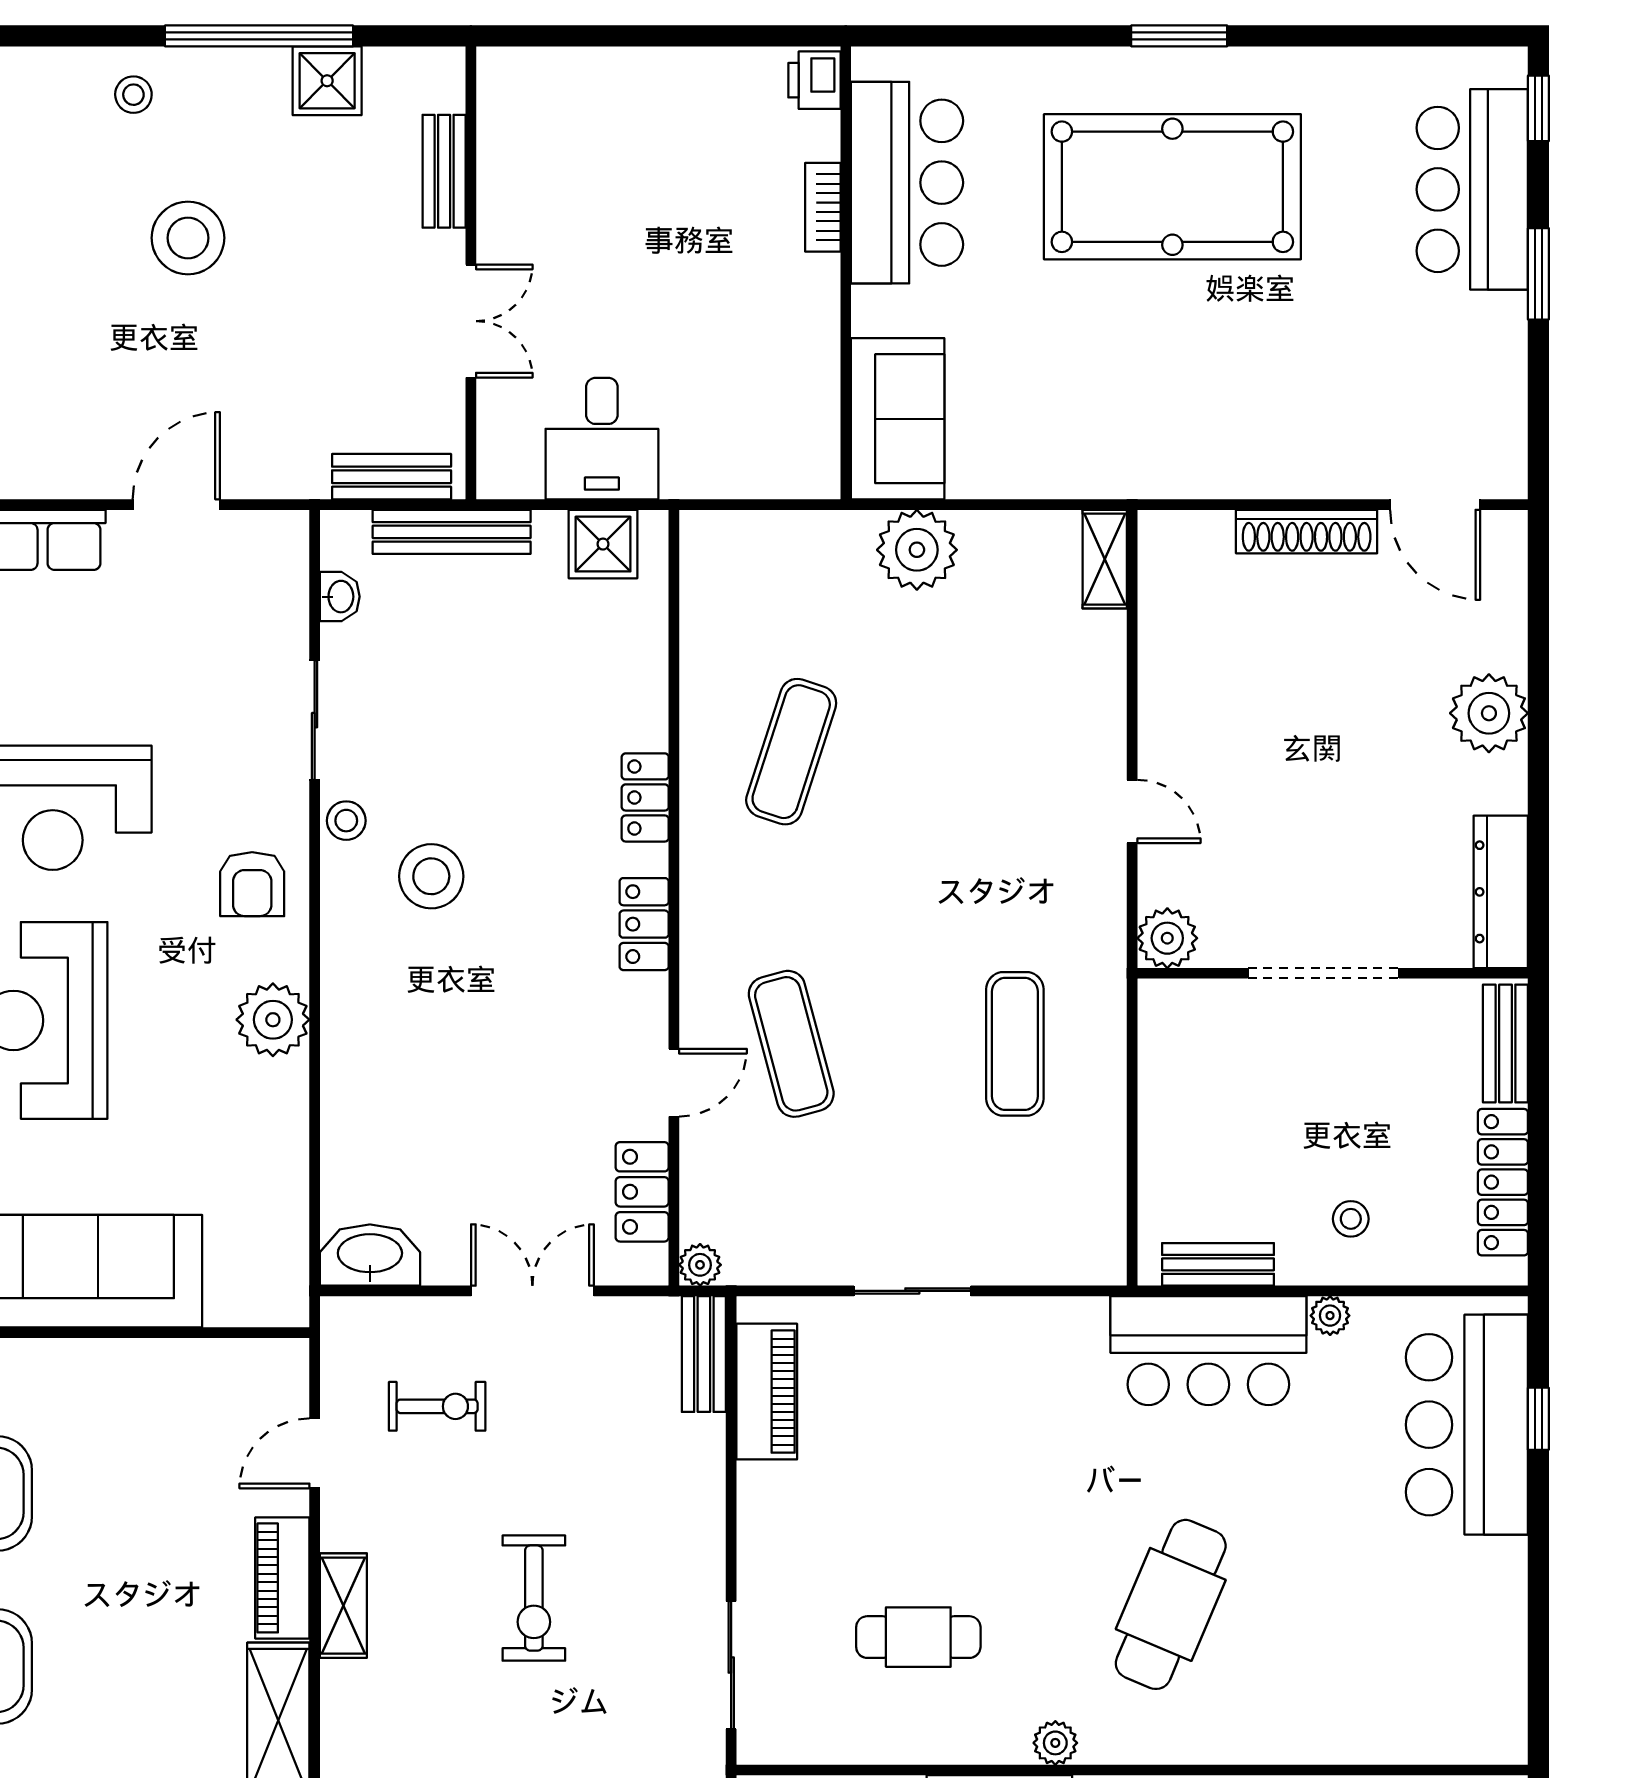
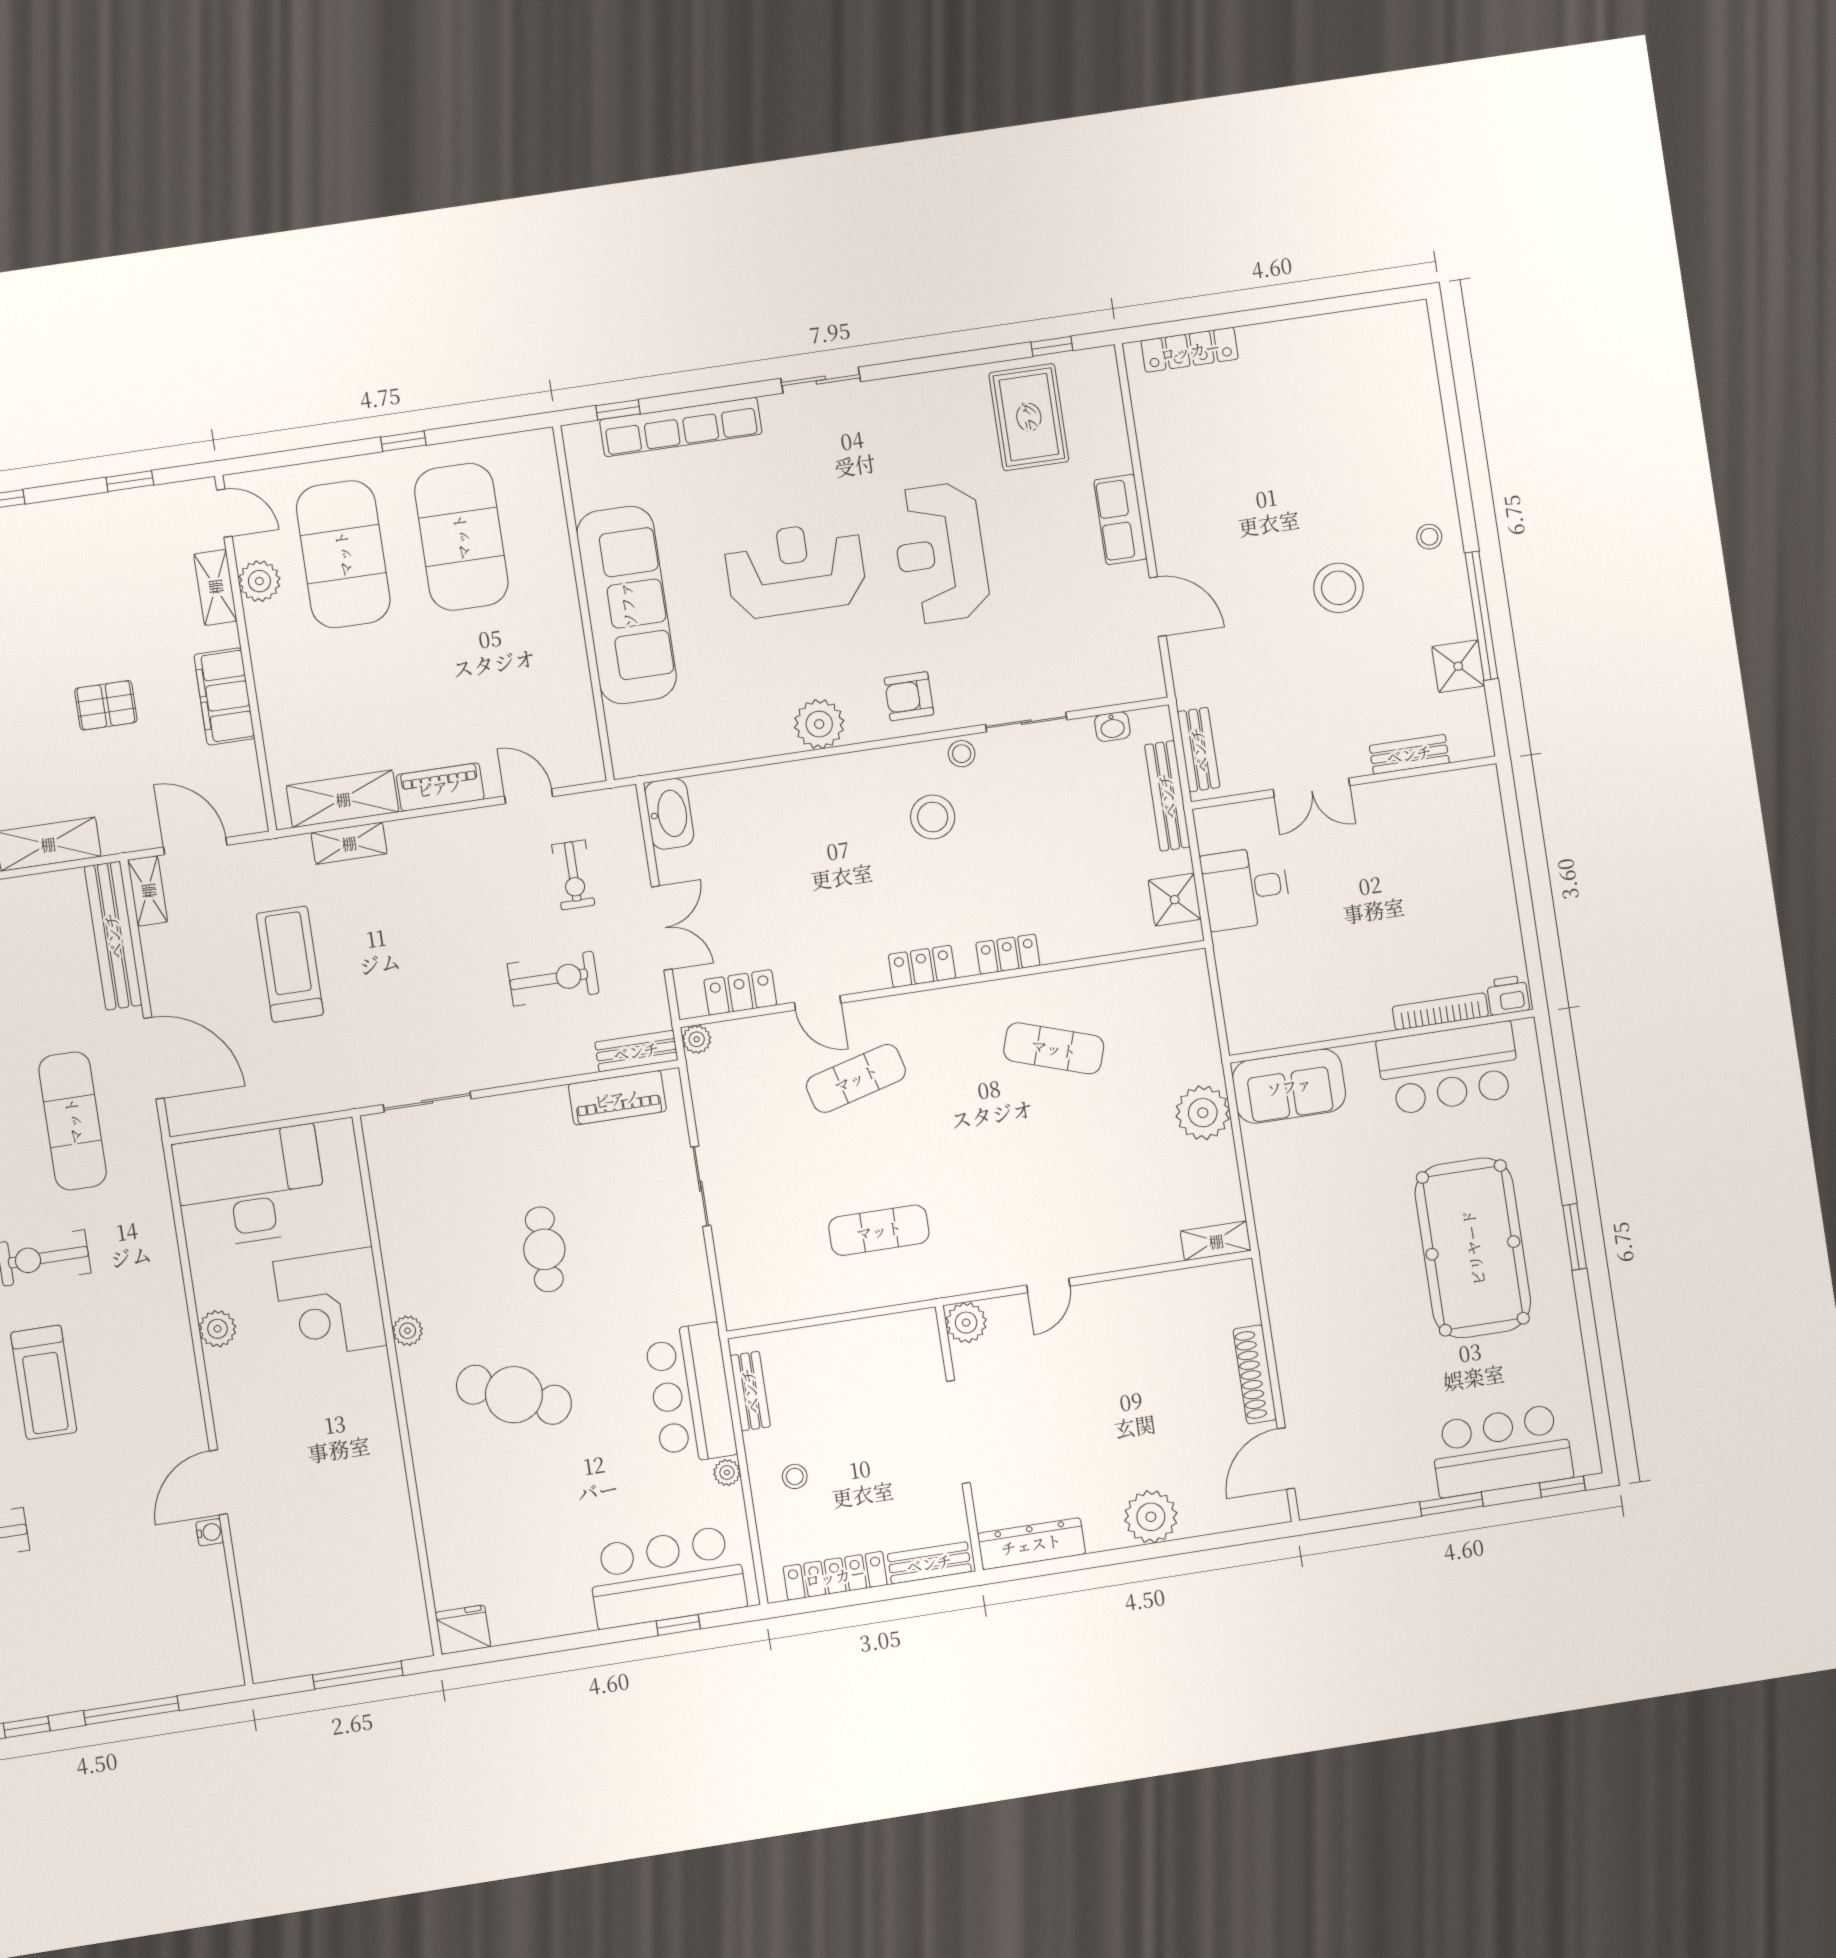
bookcase: (823, 207) -> (1440, 1011), width x1.56
exercise bike: (534, 1598) -> (553, 979), moved, turned 180
shelving: (343, 1606) -> (349, 843), moved
cafe table: (918, 1637) -> (544, 1249), moved
fridge: (1497, 1729) -> (463, 1630), added

